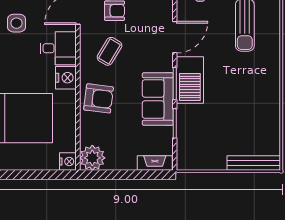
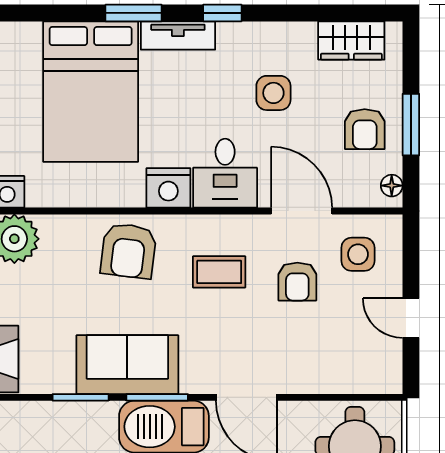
coffee table: (110, 51) -> (219, 272), turned -31

